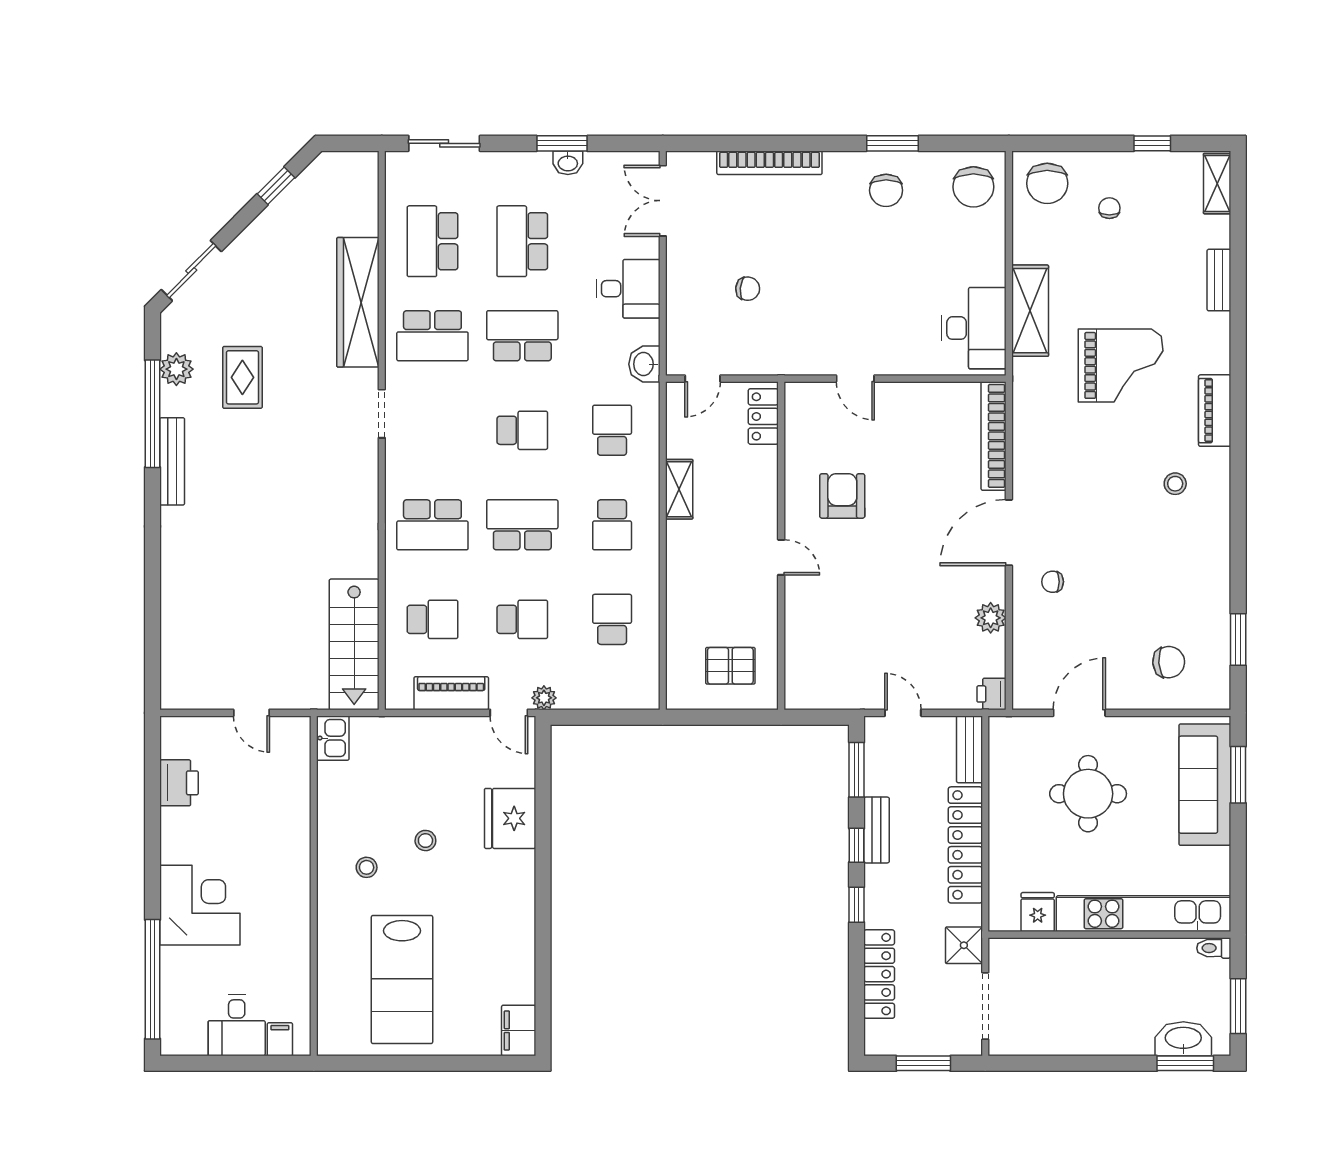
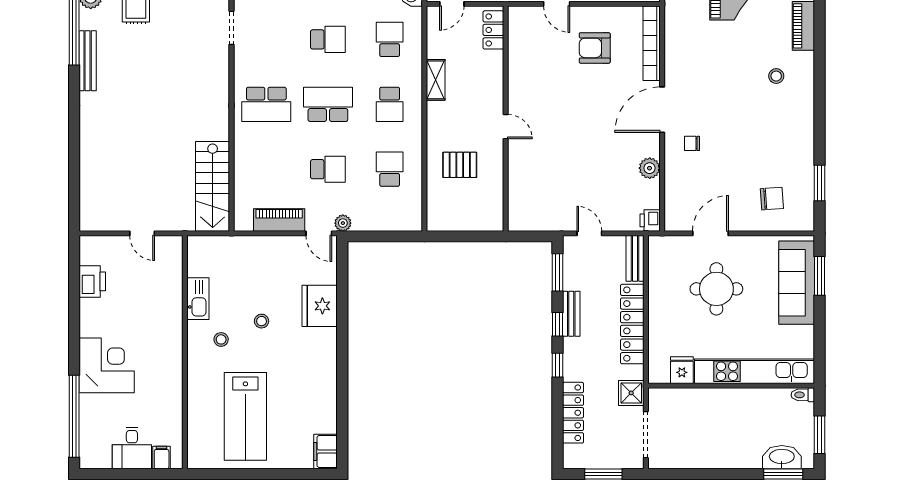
armchair: (842, 496) -> (595, 48), moved, turned -90
school desk: (432, 619) -> (266, 169), removed
pallet: (730, 666) -> (460, 165), moved
kitchen sink: (333, 738) -> (198, 299), moved, width x1.38

